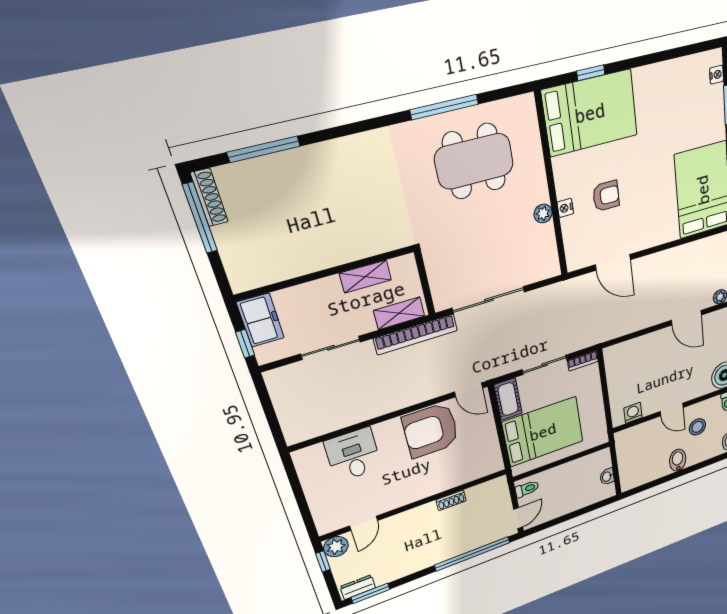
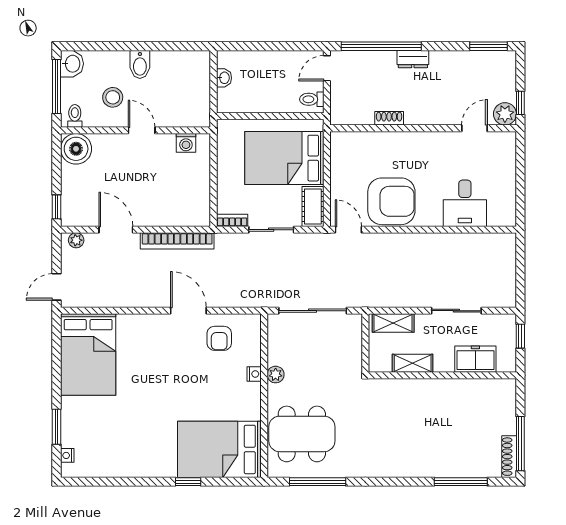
bed: (590, 113) -> (219, 449), moved
wall: (551, 187) -> (264, 396), moved
armchair: (606, 196) -> (219, 338), moved, turned -90
nightstand: (565, 208) -> (254, 374), moved
plant: (543, 214) -> (276, 375), moved
freezer: (260, 320) -> (475, 359), moved, turned 90
bookcase: (416, 335) -> (177, 241), moved, turned 180
dresser: (358, 587) -> (413, 59), moved

